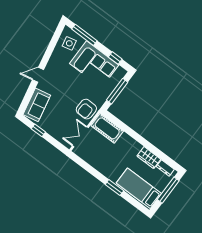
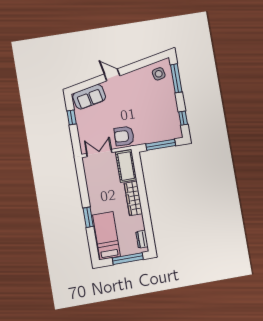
corner sofa: (94, 64) -> (163, 108), removed
wardrobe: (149, 158) -> (133, 198), moved, width x1.50

